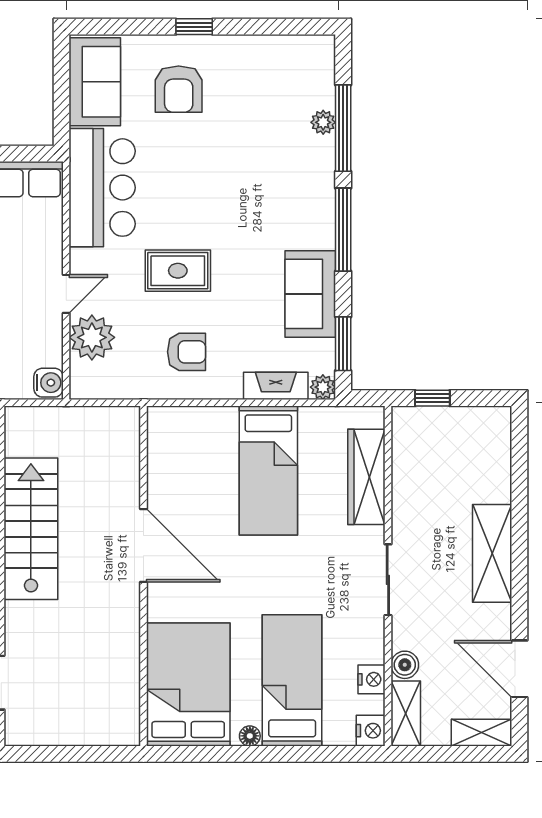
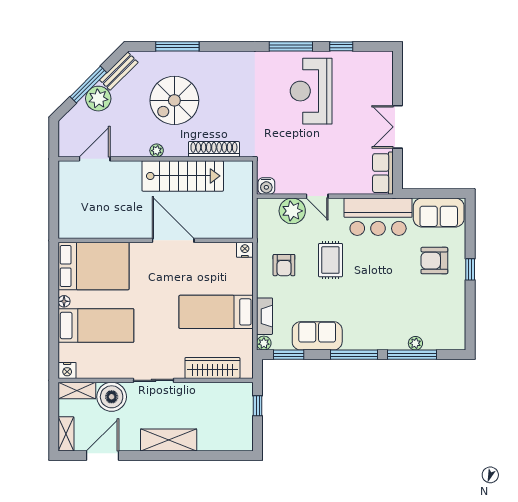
door: (143, 545) -> (173, 240), swing flipped
boiler: (405, 665) -> (112, 397), width x1.86, depth x1.86
nightstand: (372, 679) -> (245, 250), moved, turned 180

